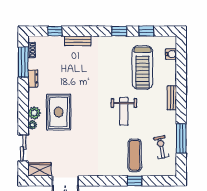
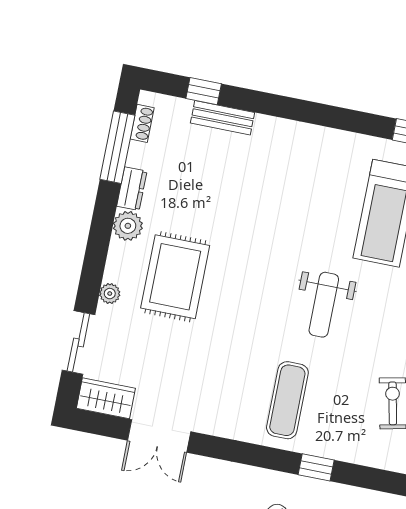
window: (119, 31) -> (350, 120), removed
bench: (78, 41) -> (222, 118), moved
plant: (34, 113) -> (128, 226), moved
exercise mat: (135, 155) -> (287, 400), moved

